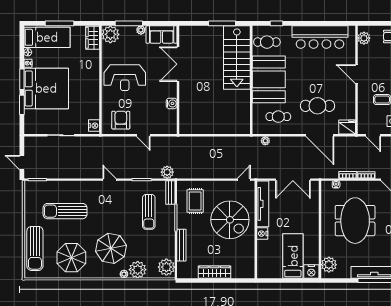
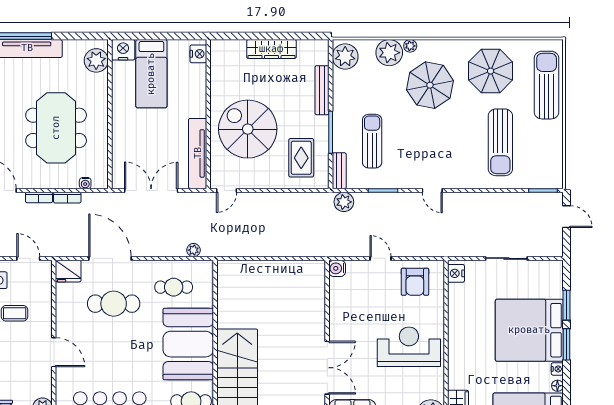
water cooler: (172, 103) -> (337, 268), moved
sun lounger: (65, 211) -> (500, 142), turned 90
nightstand: (262, 234) -> (198, 54), moved

